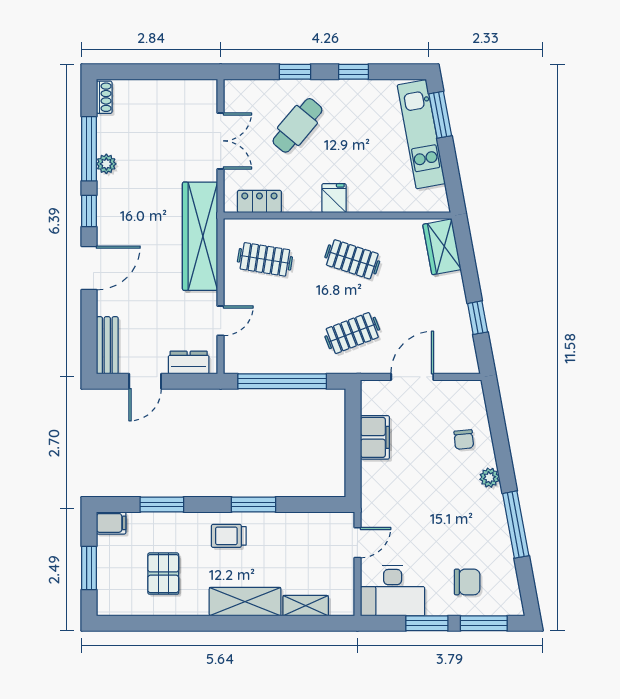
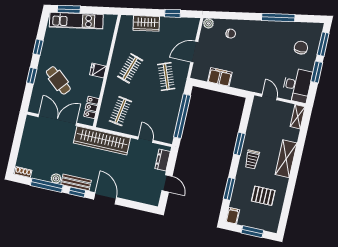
double door: (221, 141) -> (57, 120), width x1.37
wardrobe: (442, 247) -> (146, 23), moved
bench: (107, 345) -> (76, 182), moved
door: (412, 377) -> (194, 52), hinge flipped
plant: (489, 478) -> (208, 23), moved
shelving: (306, 606) -> (298, 117), moved

